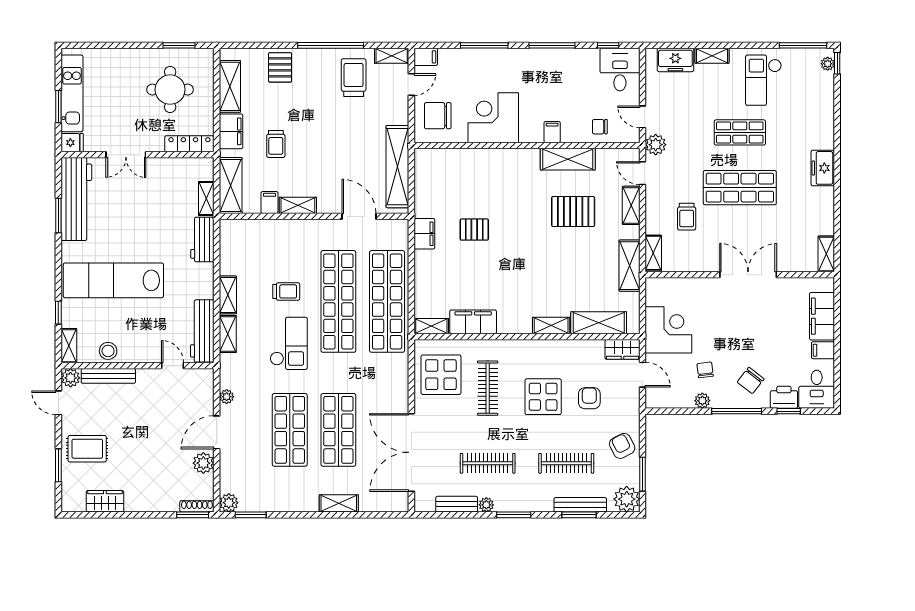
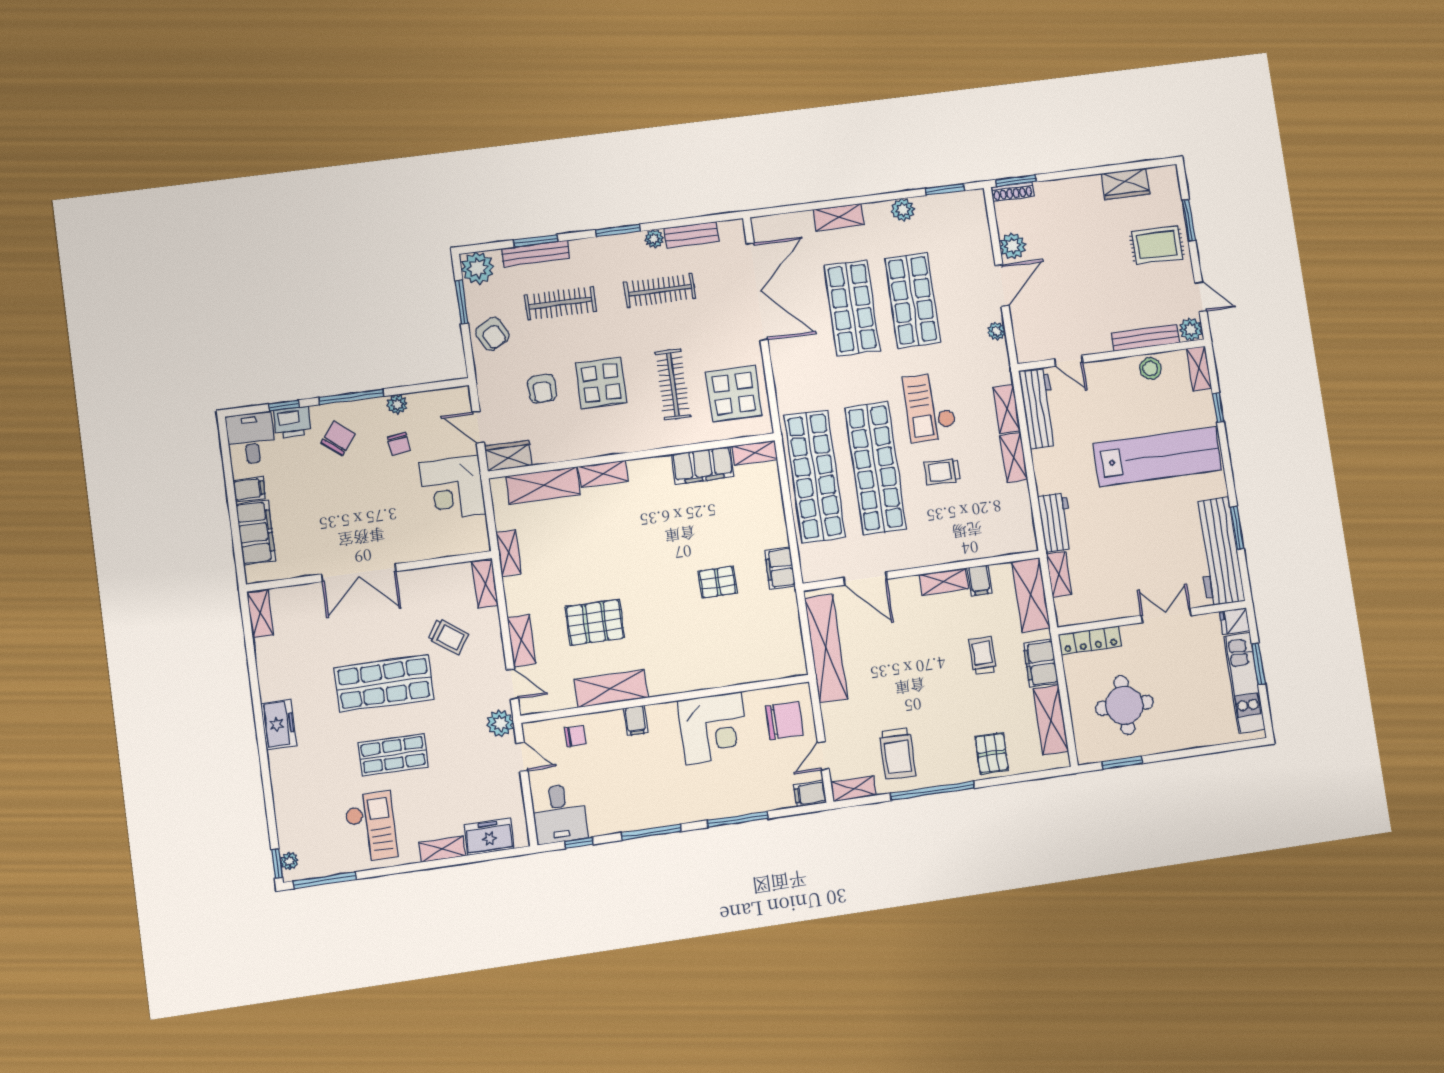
trolley: (687, 217) -> (448, 636), turned 124
shelving: (629, 266) -> (509, 553), width x0.67, depth x0.75
plant: (229, 503) -> (903, 210), moved

